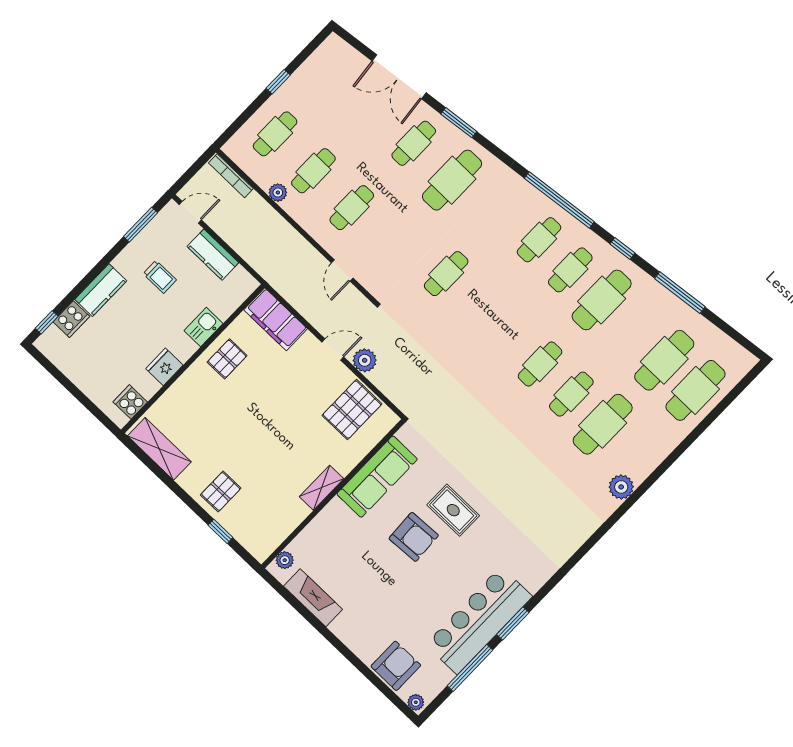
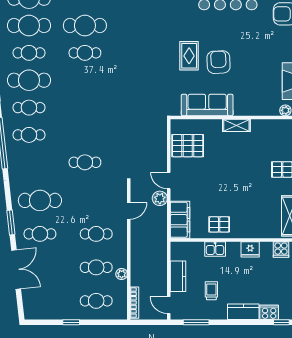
plant: (365, 360) -> (160, 198), moved
cafe table: (540, 364) -> (29, 53), moved

